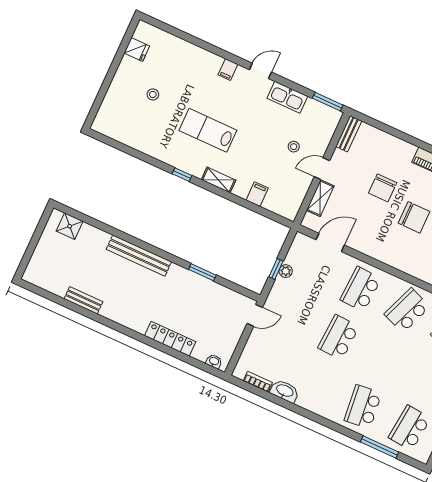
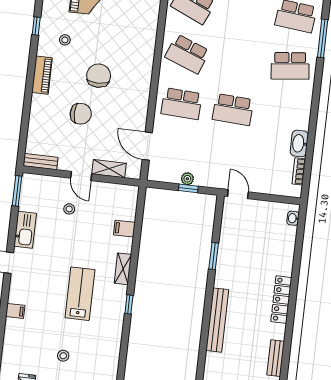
filing cabinet: (228, 70) -> (15, 311), moved
lab bench: (208, 130) -> (80, 294), turned 180
locker: (170, 339) -> (281, 300), moved

